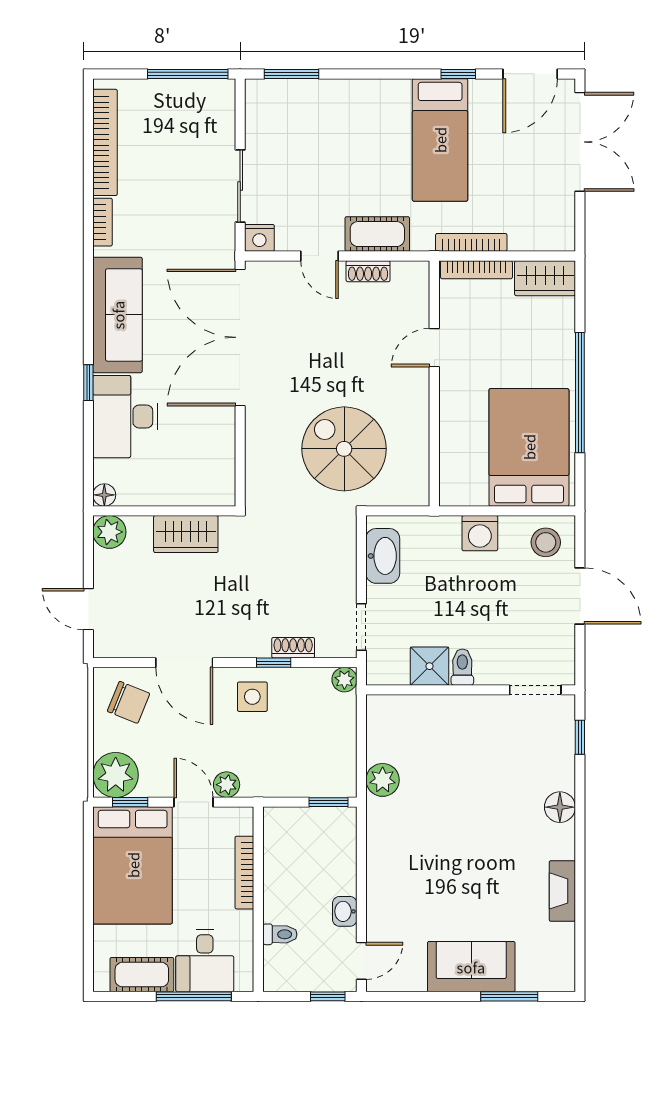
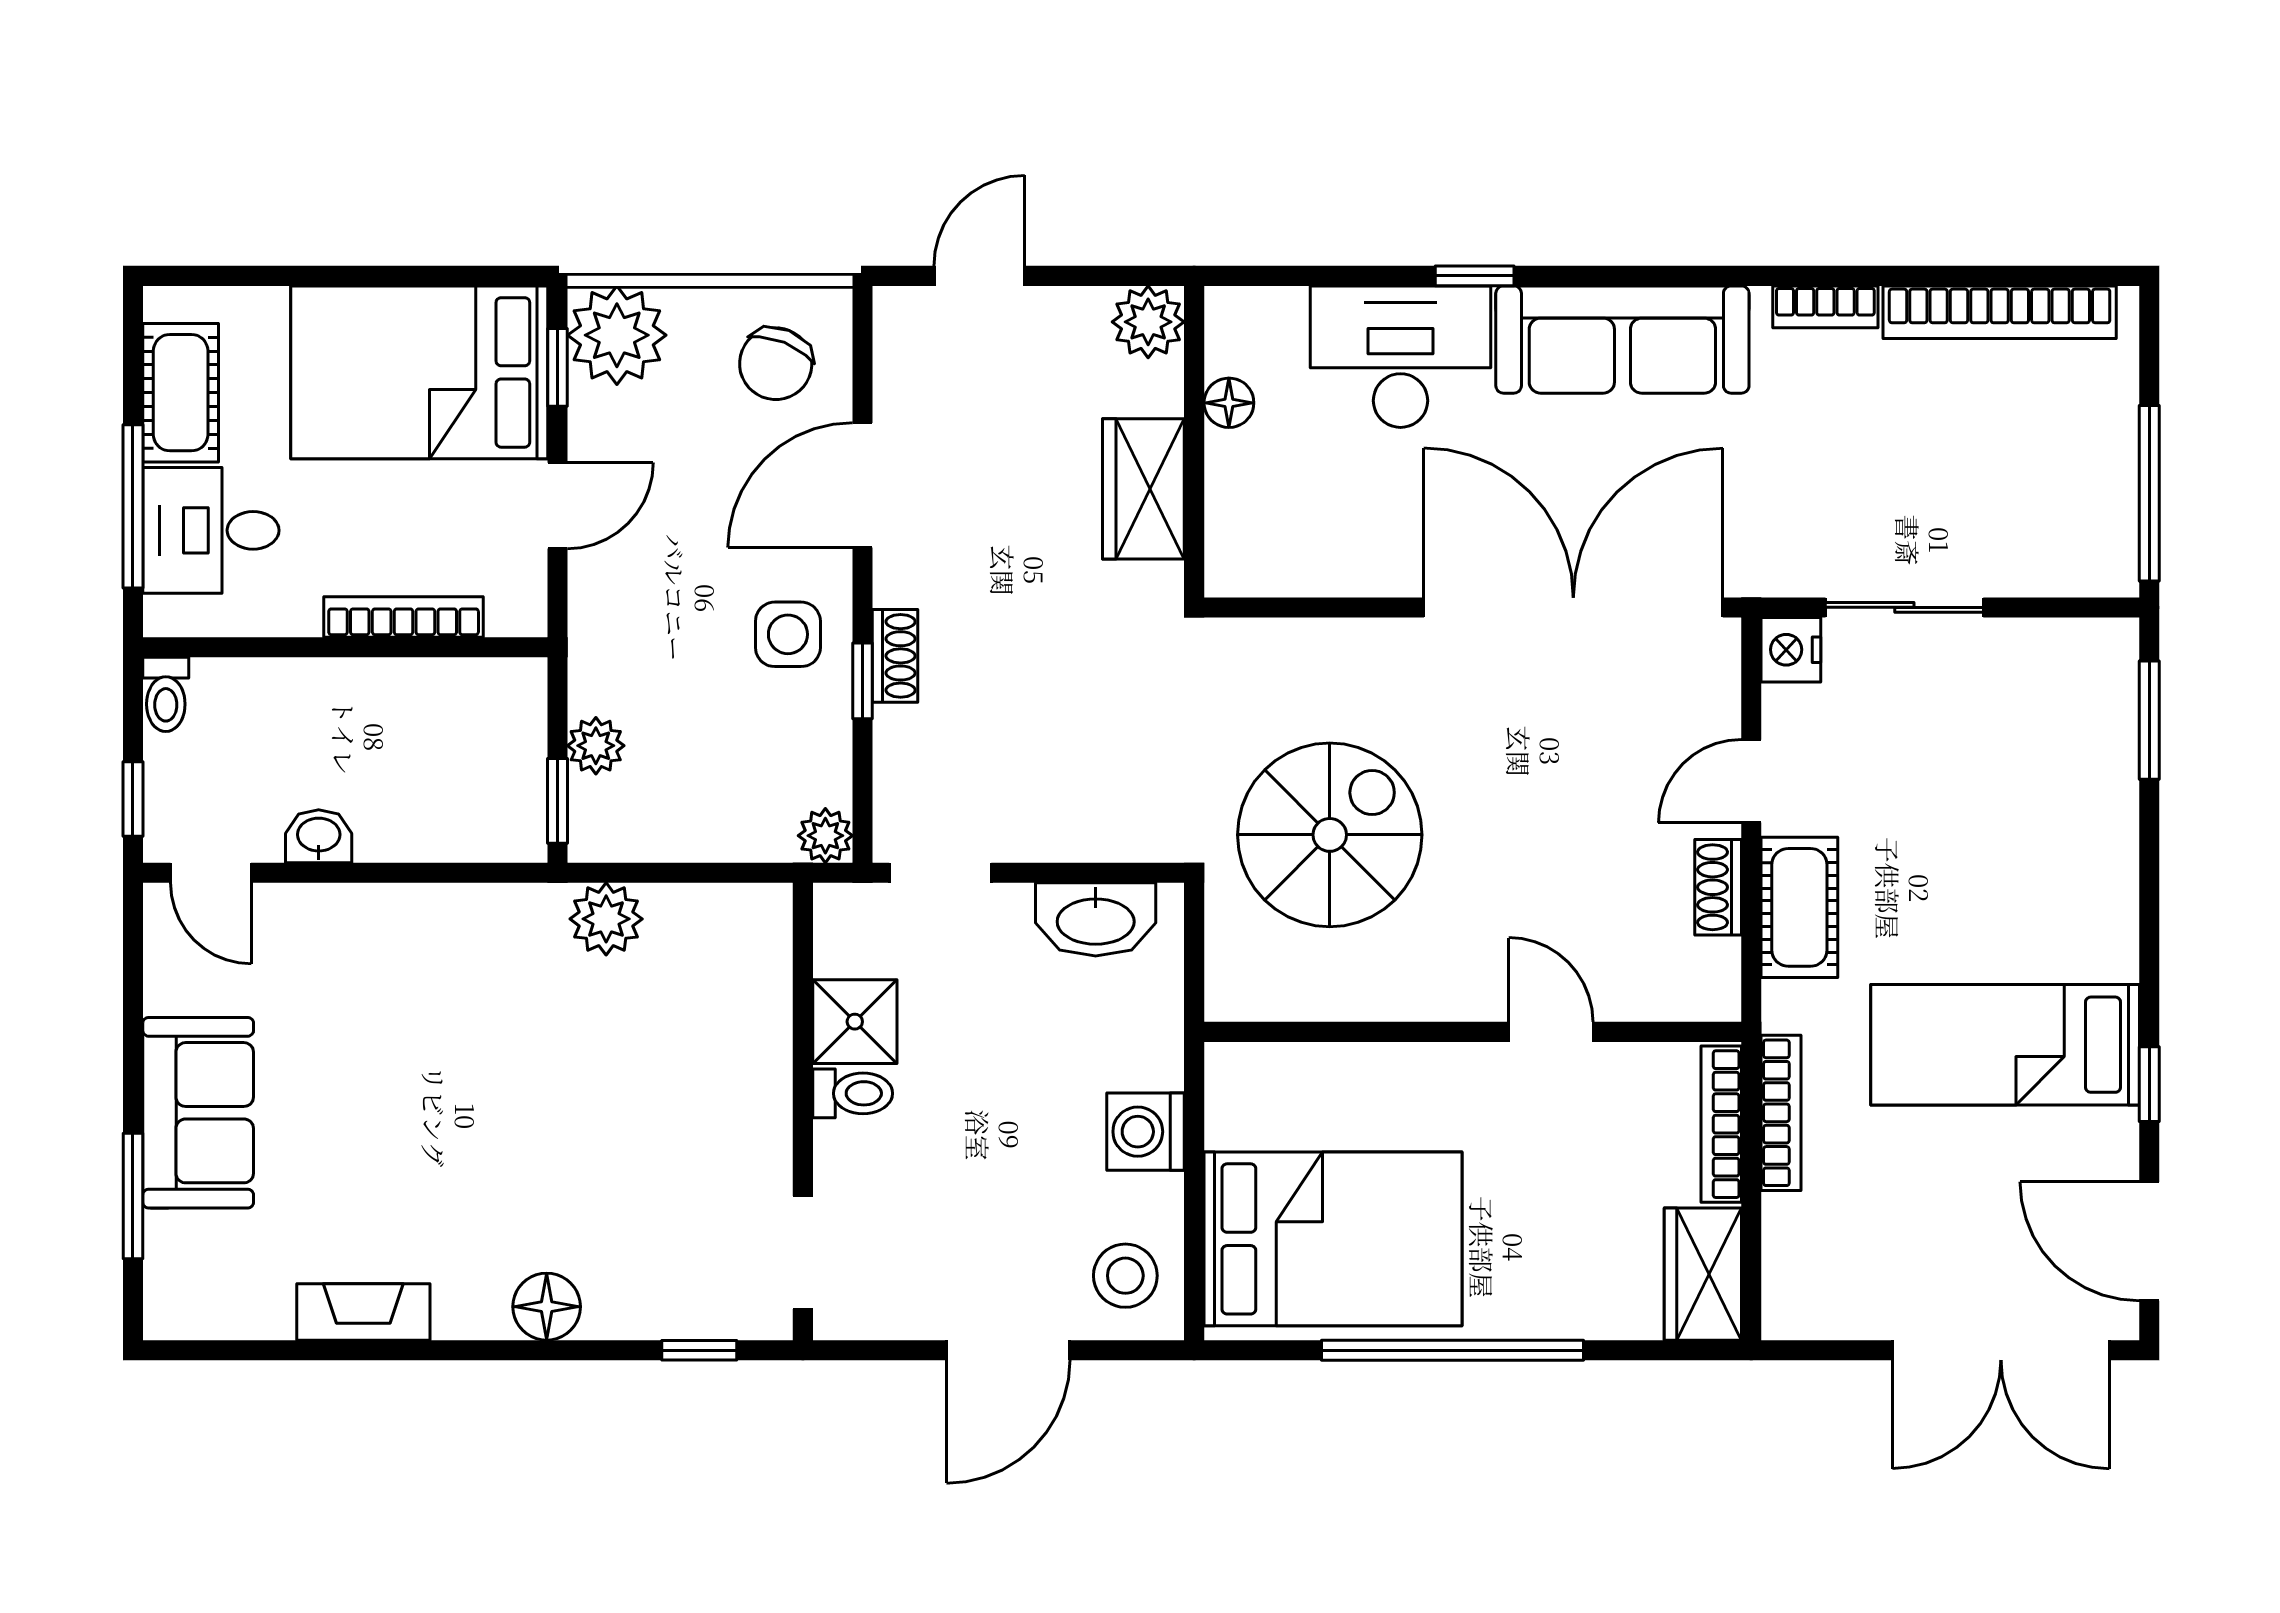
floor lamp: (104, 495) -> (1229, 403), moved
shoe rack: (293, 648) -> (895, 656), moved
plant: (227, 785) -> (596, 746), moved
toilet: (280, 934) -> (166, 694), moved

